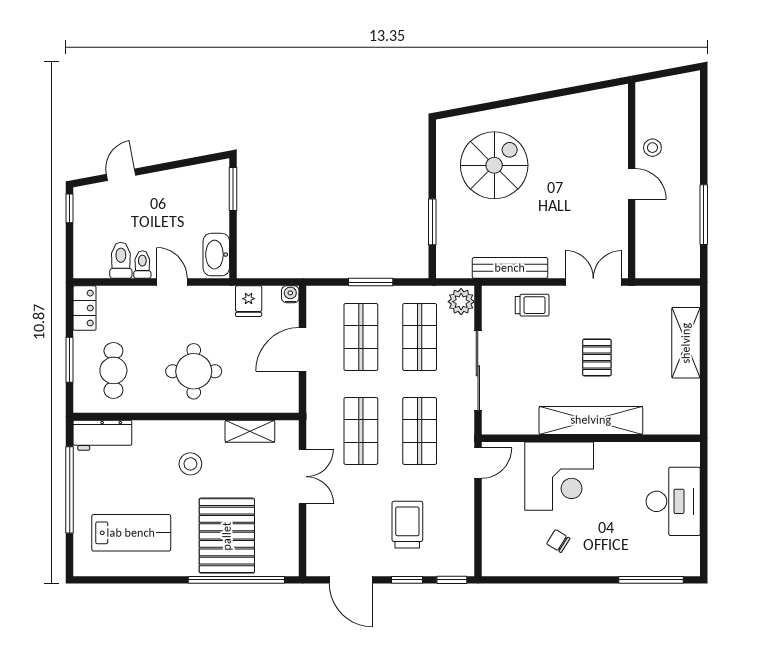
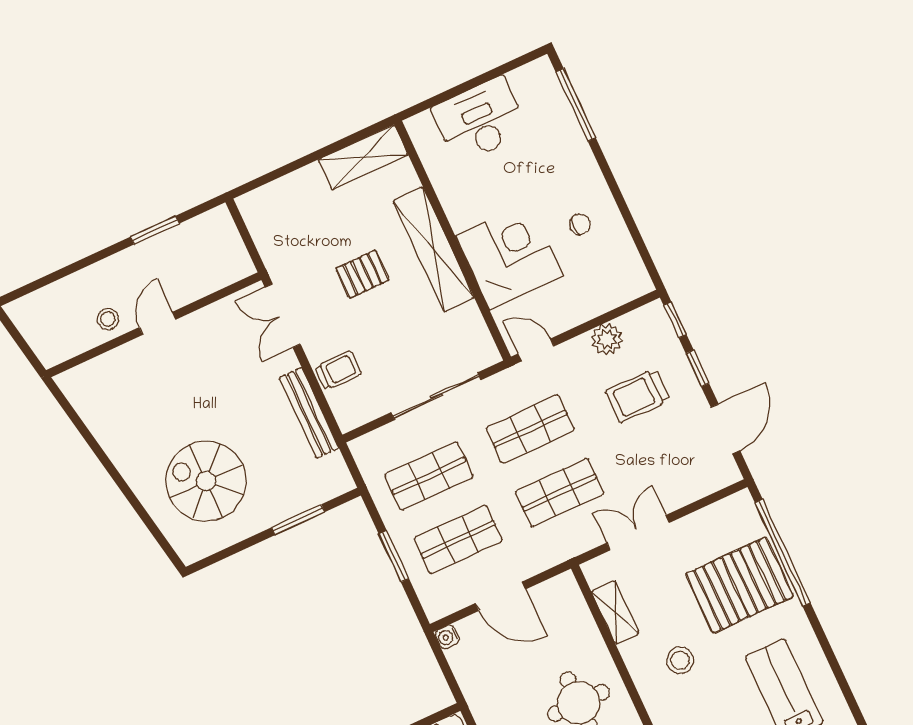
window: (704, 215) -> (155, 230), width x0.69
fridge: (249, 301) -> (475, 679), removed
plant: (461, 302) -> (607, 339), moved
trolley: (532, 305) -> (338, 370), turned 90
shelving: (686, 343) -> (363, 157), moved
chair: (558, 541) -> (580, 224), turned -122

